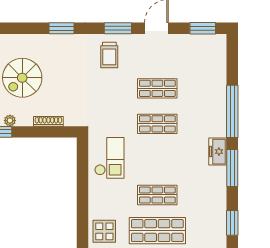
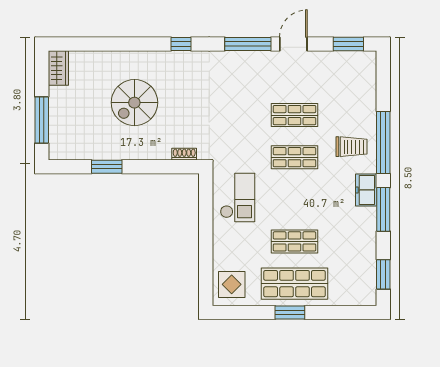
window: (62, 28) -> (181, 44), width x0.67
window: (118, 28) -> (248, 44), width x1.44
trolley: (109, 55) -> (352, 147), moved, turned -90
plant: (10, 121) -> (120, 153), removed
shoe rack: (48, 121) -> (184, 154), moved, width x0.70

